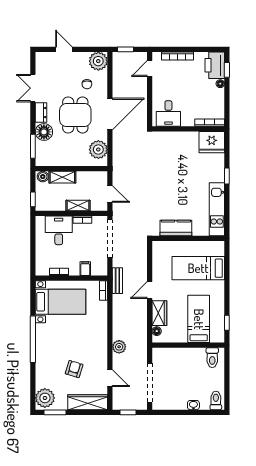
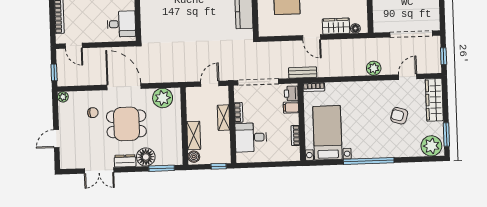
plant: (98, 61) -> (63, 97), width x0.53, depth x0.53
printer: (98, 269) -> (291, 93), added

